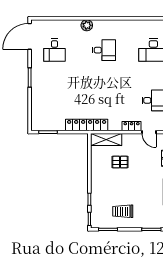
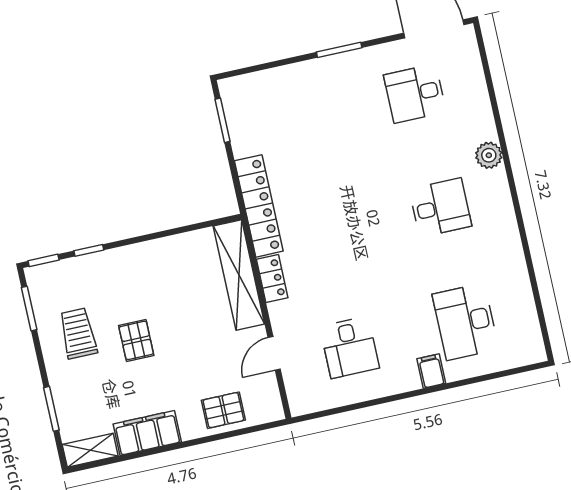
desk: (104, 50) -> (440, 208), turned -90
locker: (132, 126) -> (272, 278), moved
shelving: (106, 140) -> (239, 275), width x1.47
pallet: (120, 162) -> (136, 340), moved

